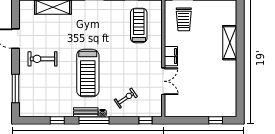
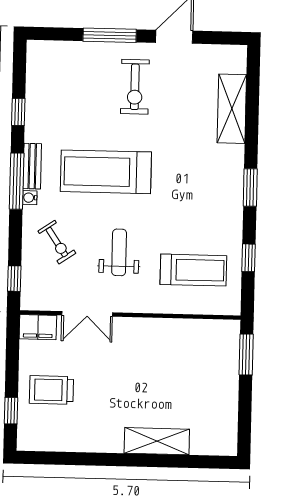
trolley: (184, 19) -> (51, 390), moved
filing cabinet: (171, 56) -> (38, 327), moved
exercise bike: (42, 59) -> (135, 87), turned 180
weight bench: (130, 65) -> (119, 252), added
window: (15, 88) -> (110, 35), moved

